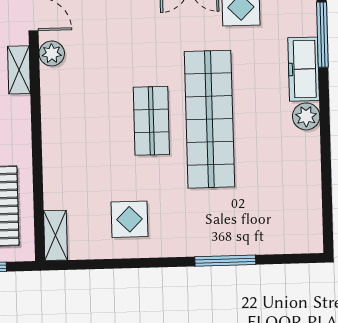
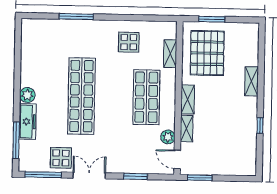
shop shelf: (151, 121) -> (146, 97), moved, width x1.43, depth x1.36
shelving: (19, 122) -> (188, 99), added
shelving: (55, 235) -> (170, 54), moved

